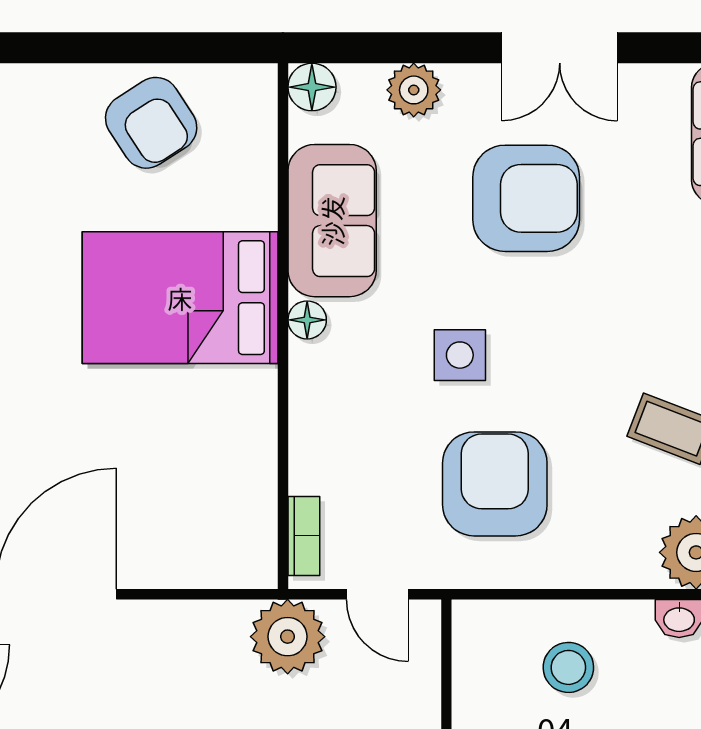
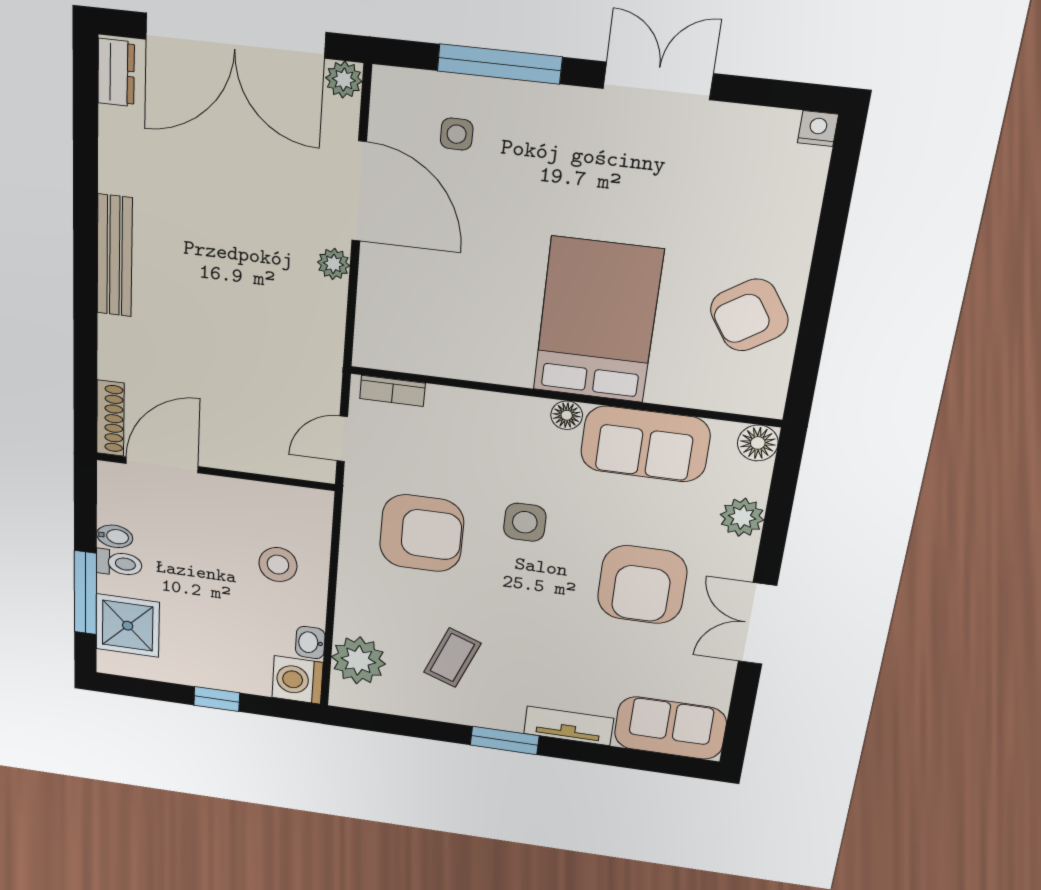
plant: (288, 637) -> (334, 264), moved, width x0.53, depth x0.53

